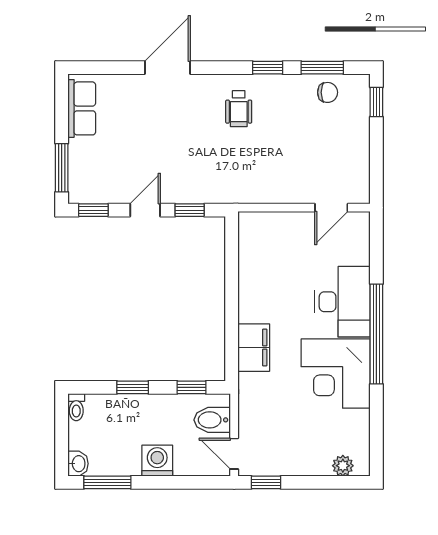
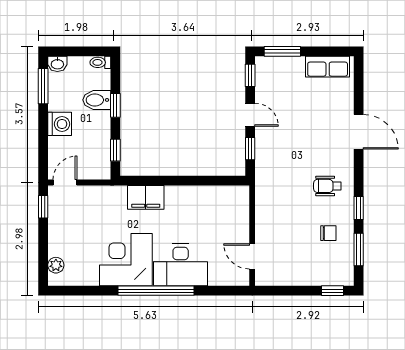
chair: (328, 92) -> (328, 233), moved, turned -90
bidet: (212, 420) -> (97, 100), moved, turned -90

